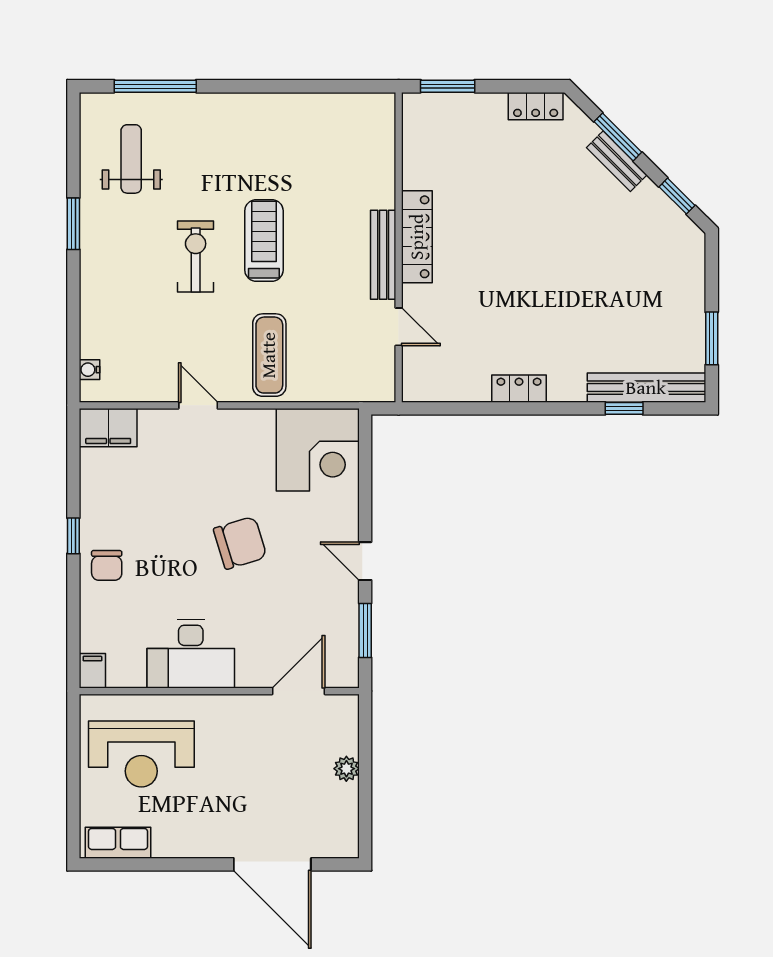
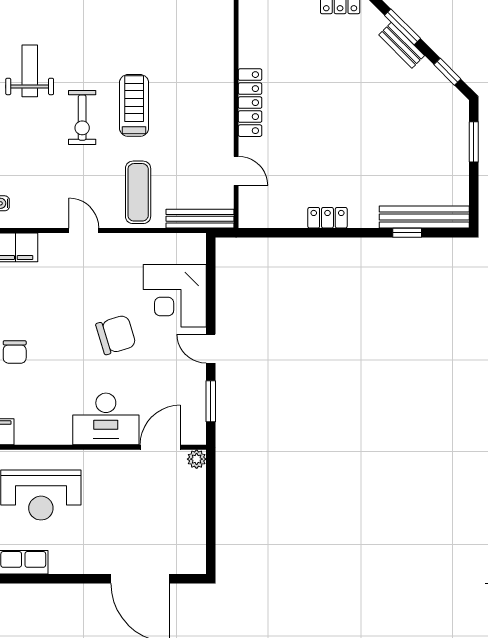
weight bench: (131, 159) -> (30, 71), moved
bench: (383, 255) -> (200, 219), moved, turned 90
exercise bike: (196, 256) -> (82, 118), turned 180
window: (712, 338) -> (474, 142), moved
corner desk: (318, 450) -> (175, 296), moved, turned 90
desk: (191, 654) -> (106, 419), moved
plant: (346, 769) -> (197, 459), moved

